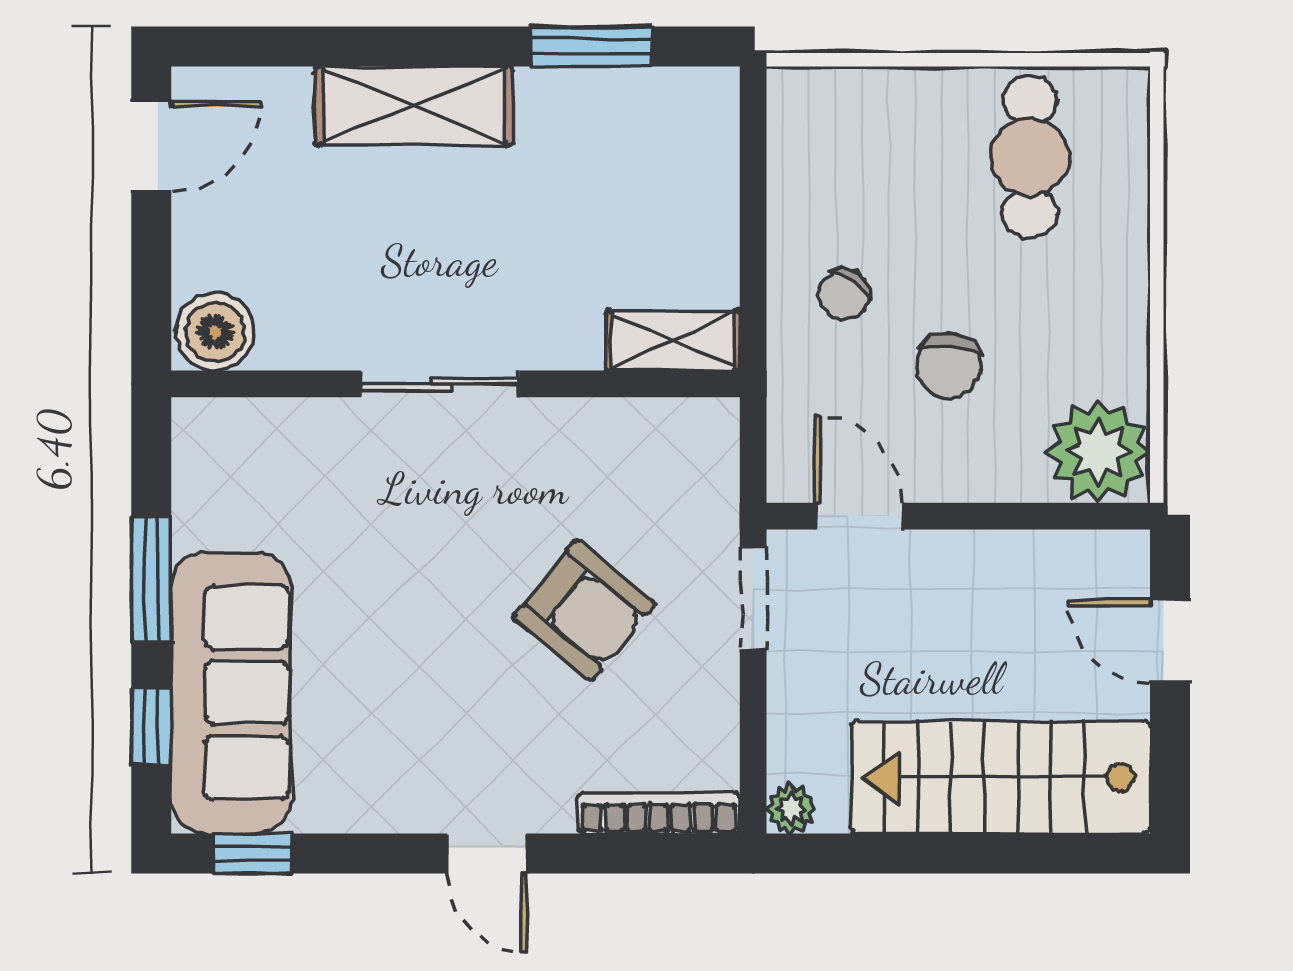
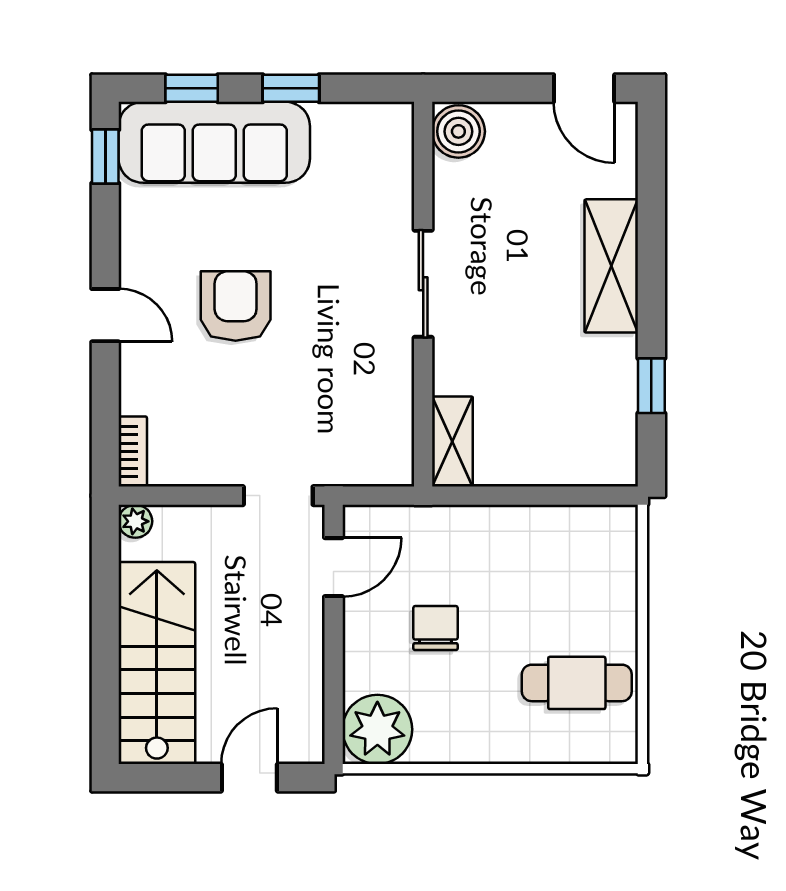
window: (591, 47) -> (651, 386), width x0.67
chair: (844, 295) -> (484, 557), removed
chair: (949, 366) -> (435, 628), turned 83
window: (151, 579) -> (291, 88), width x0.67
armchair: (584, 610) -> (236, 306), moved, turned 141
bookcase: (659, 813) -> (133, 452), width x0.64
door: (487, 854) -> (105, 315), swing flipped

